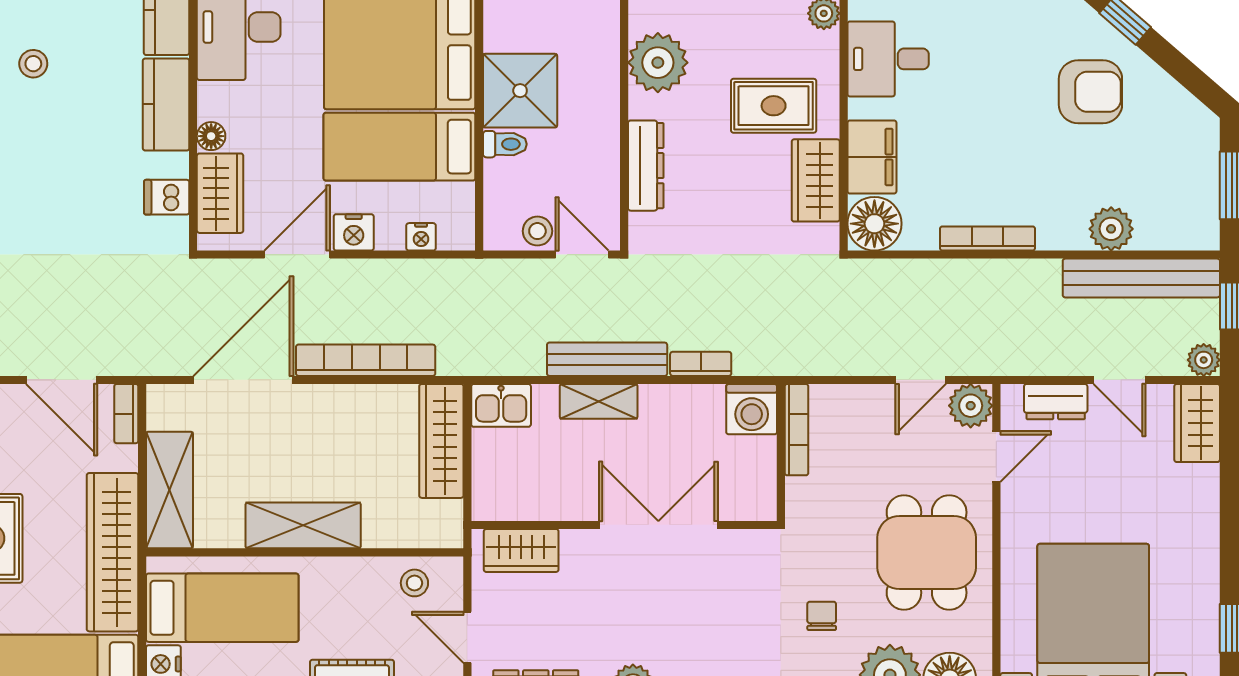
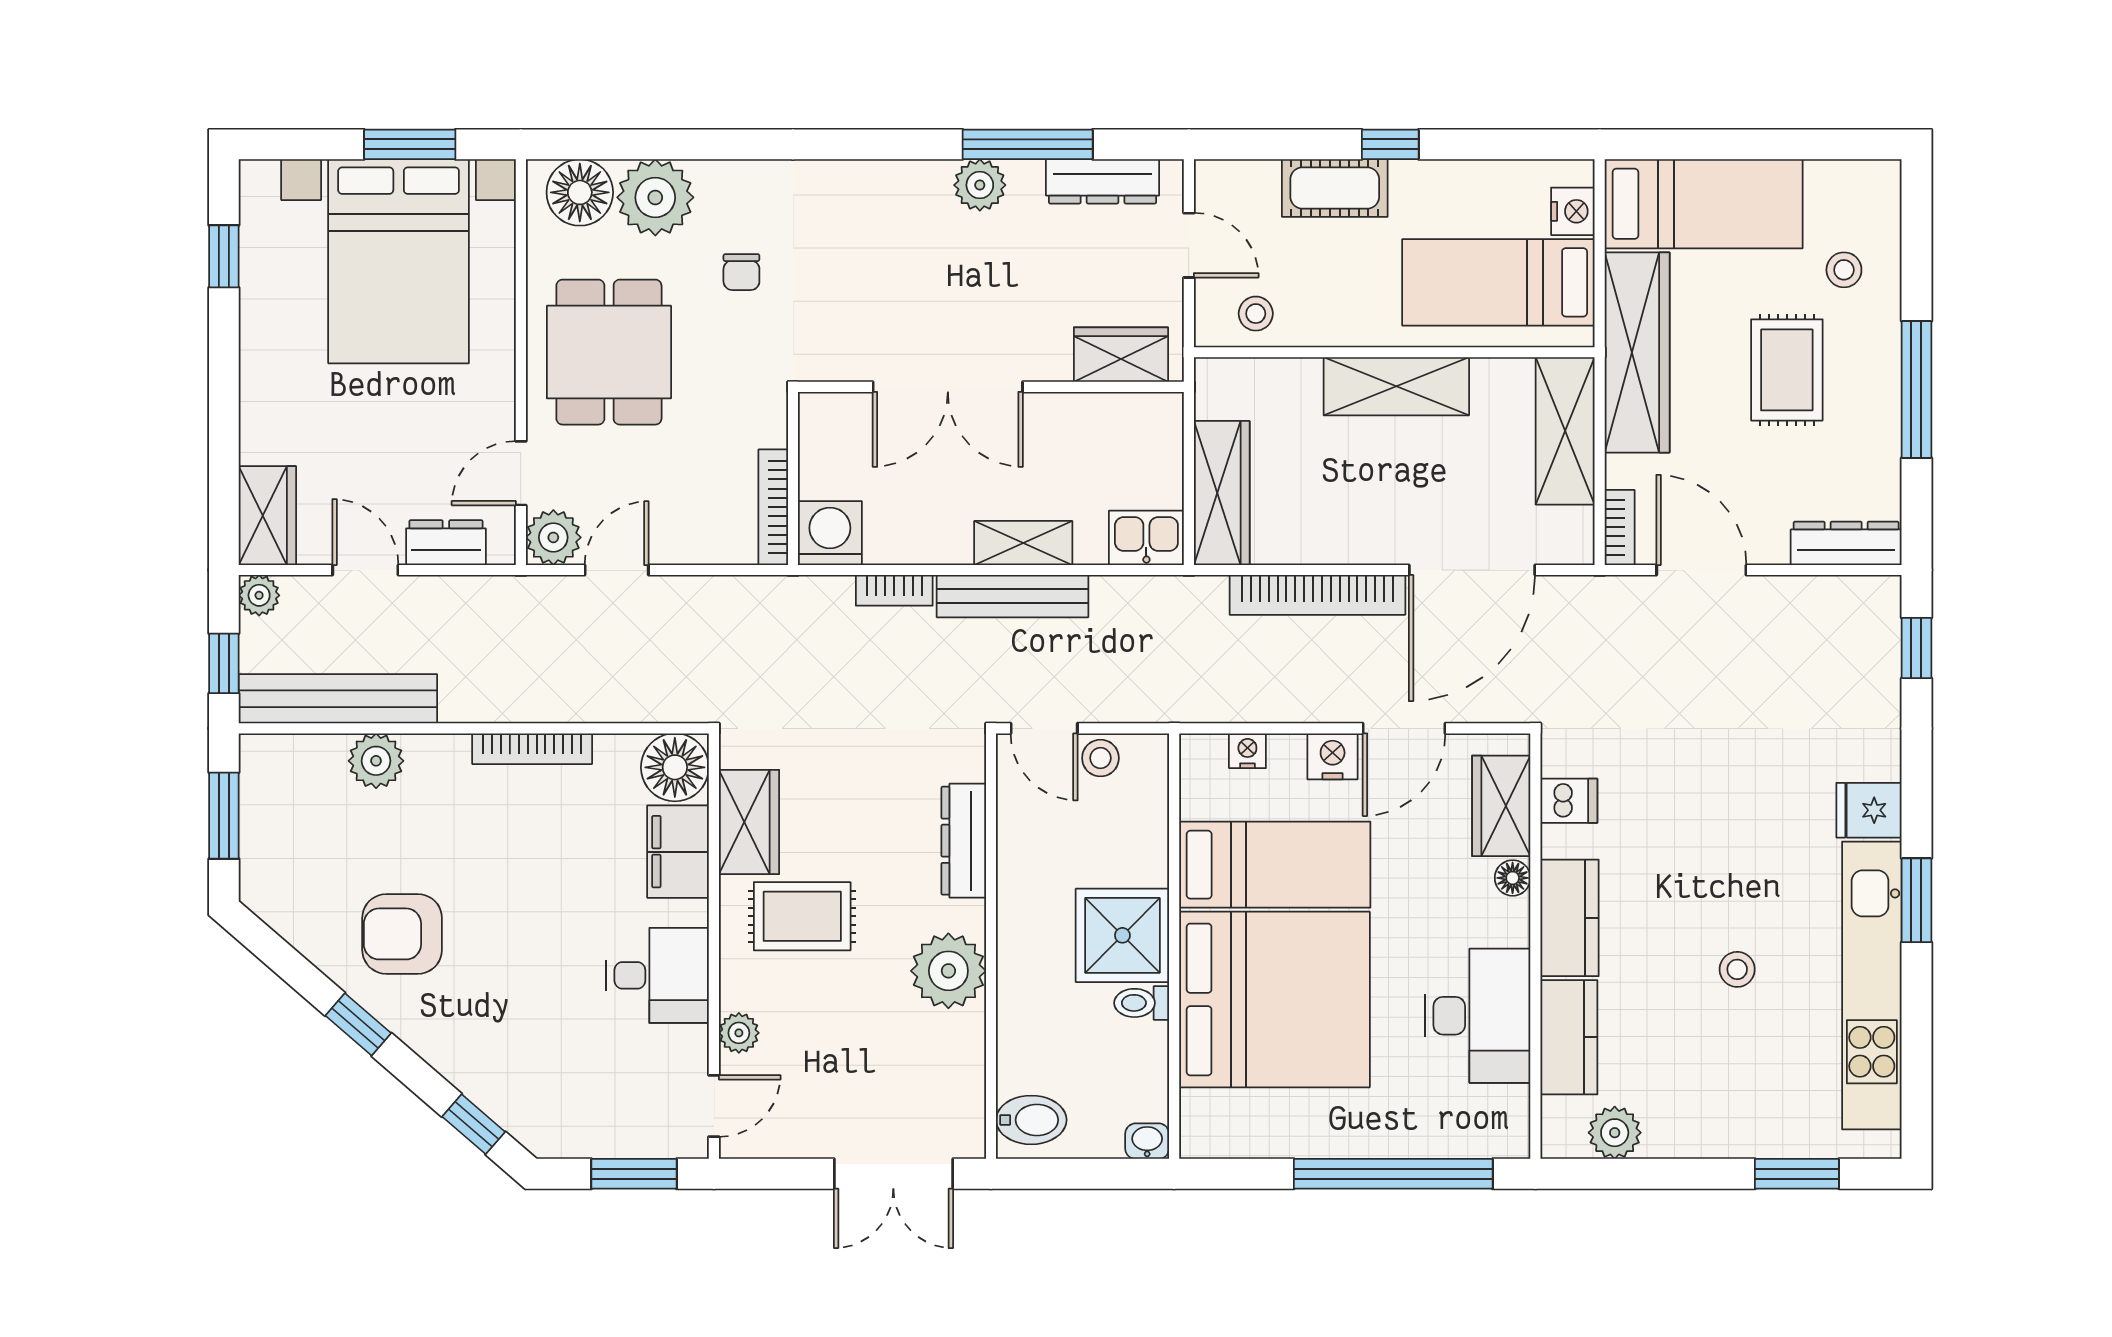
toilet: (505, 144) -> (1142, 1003), moved

